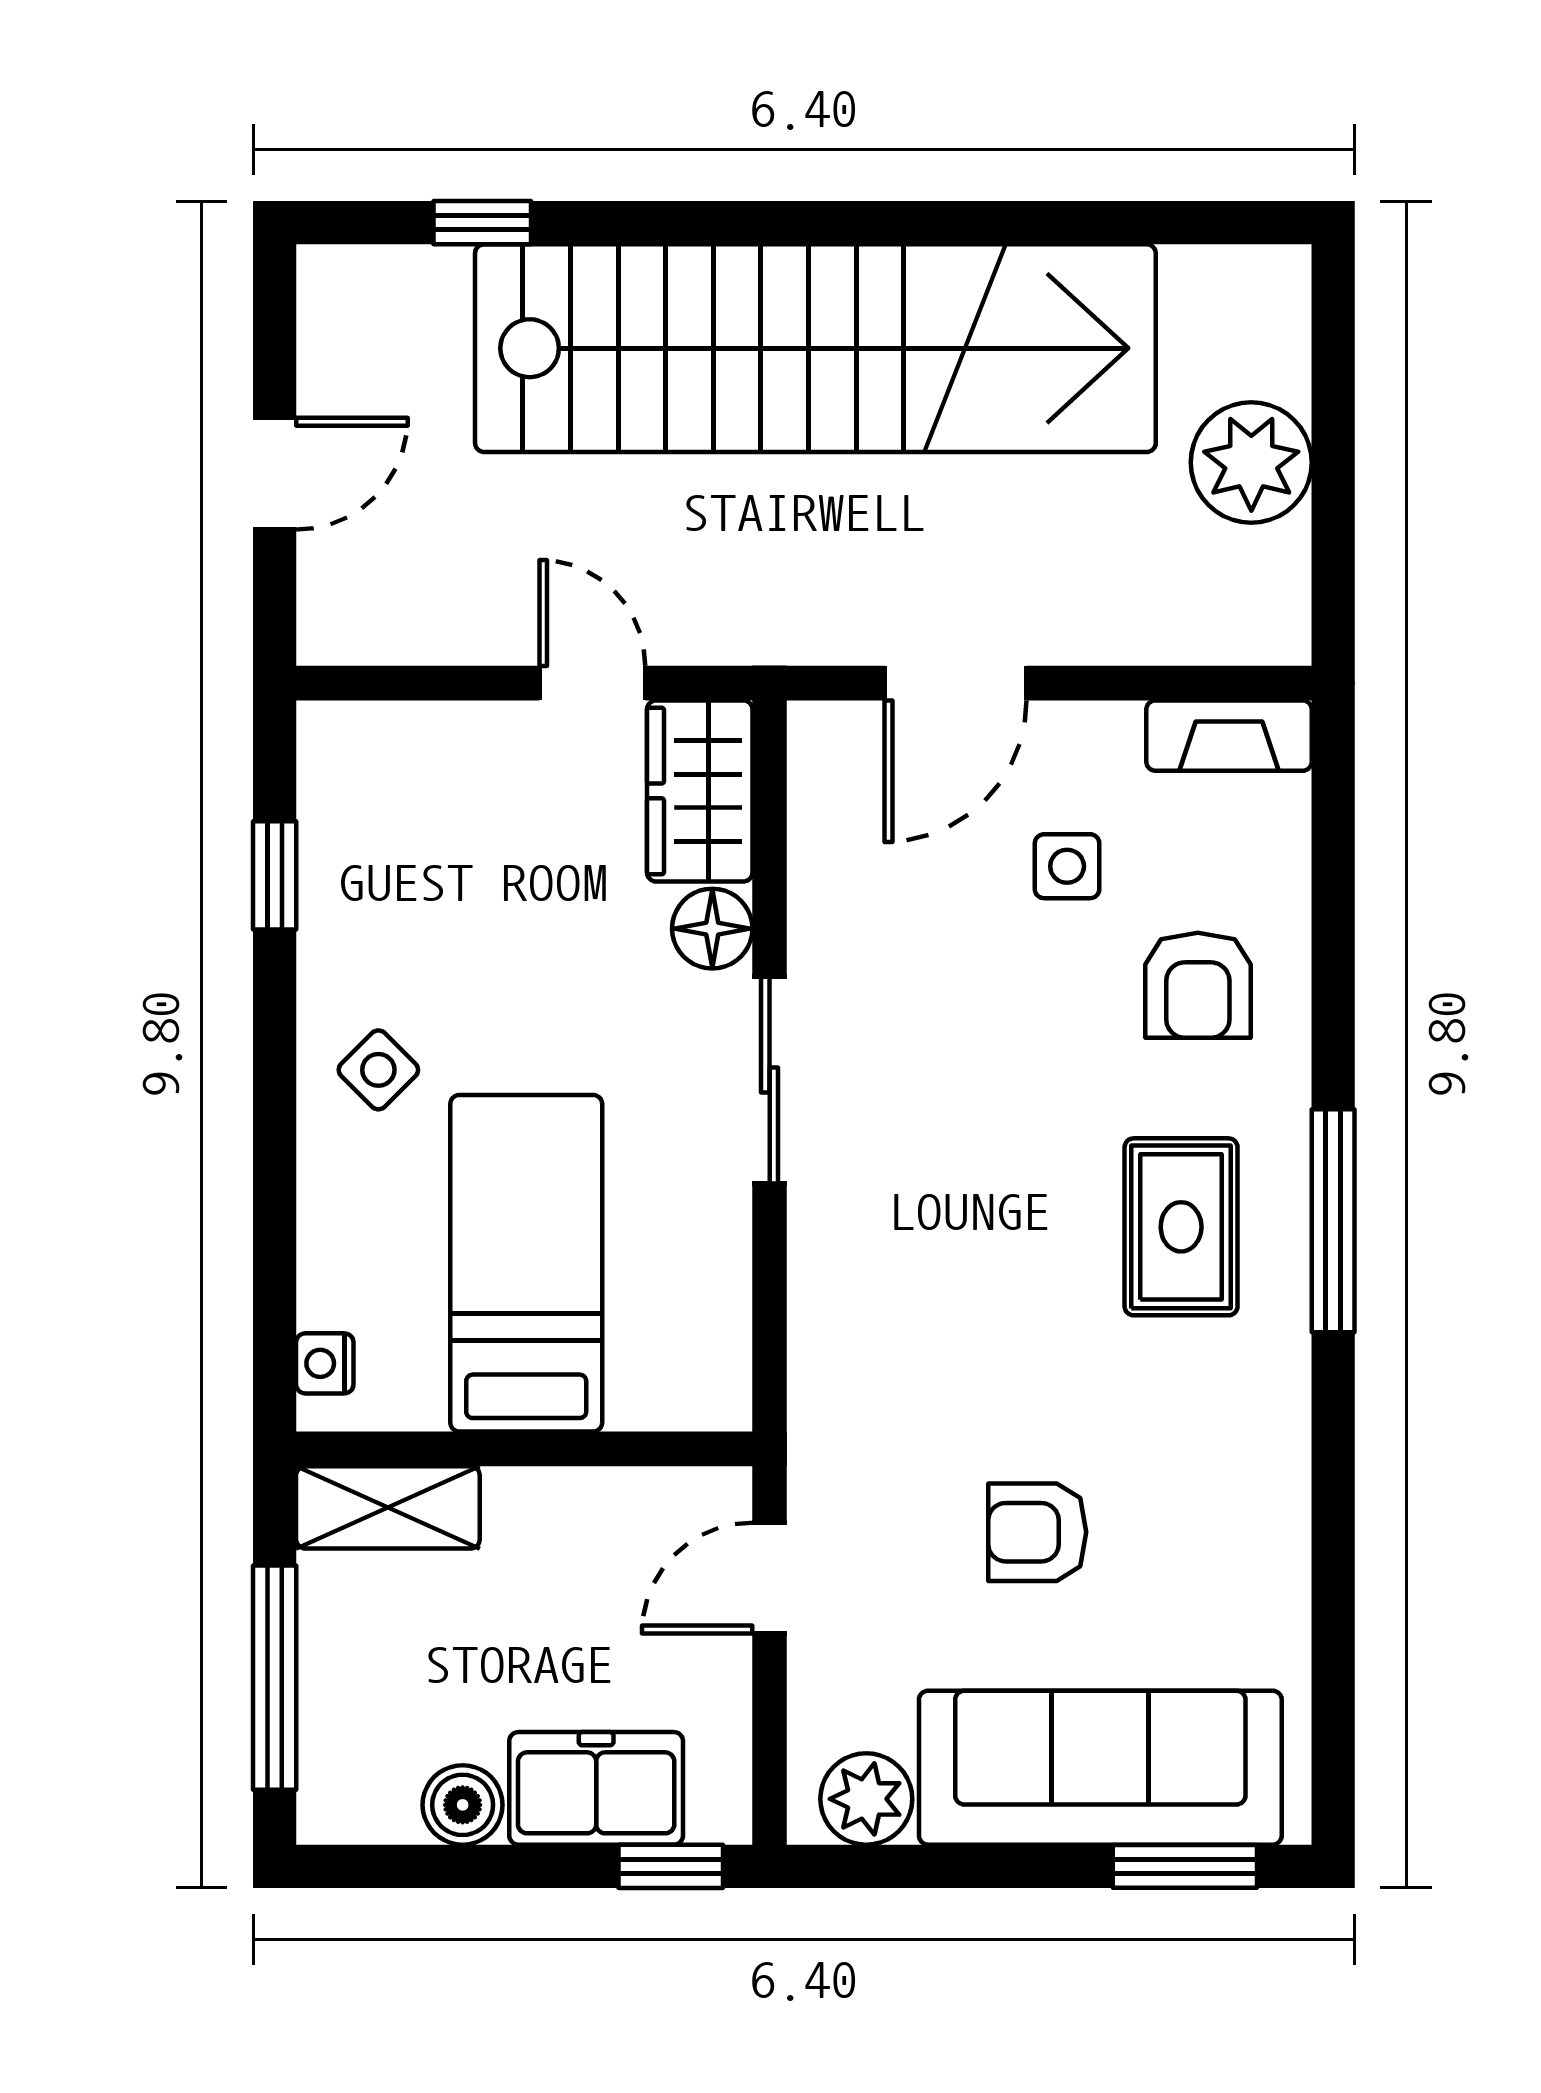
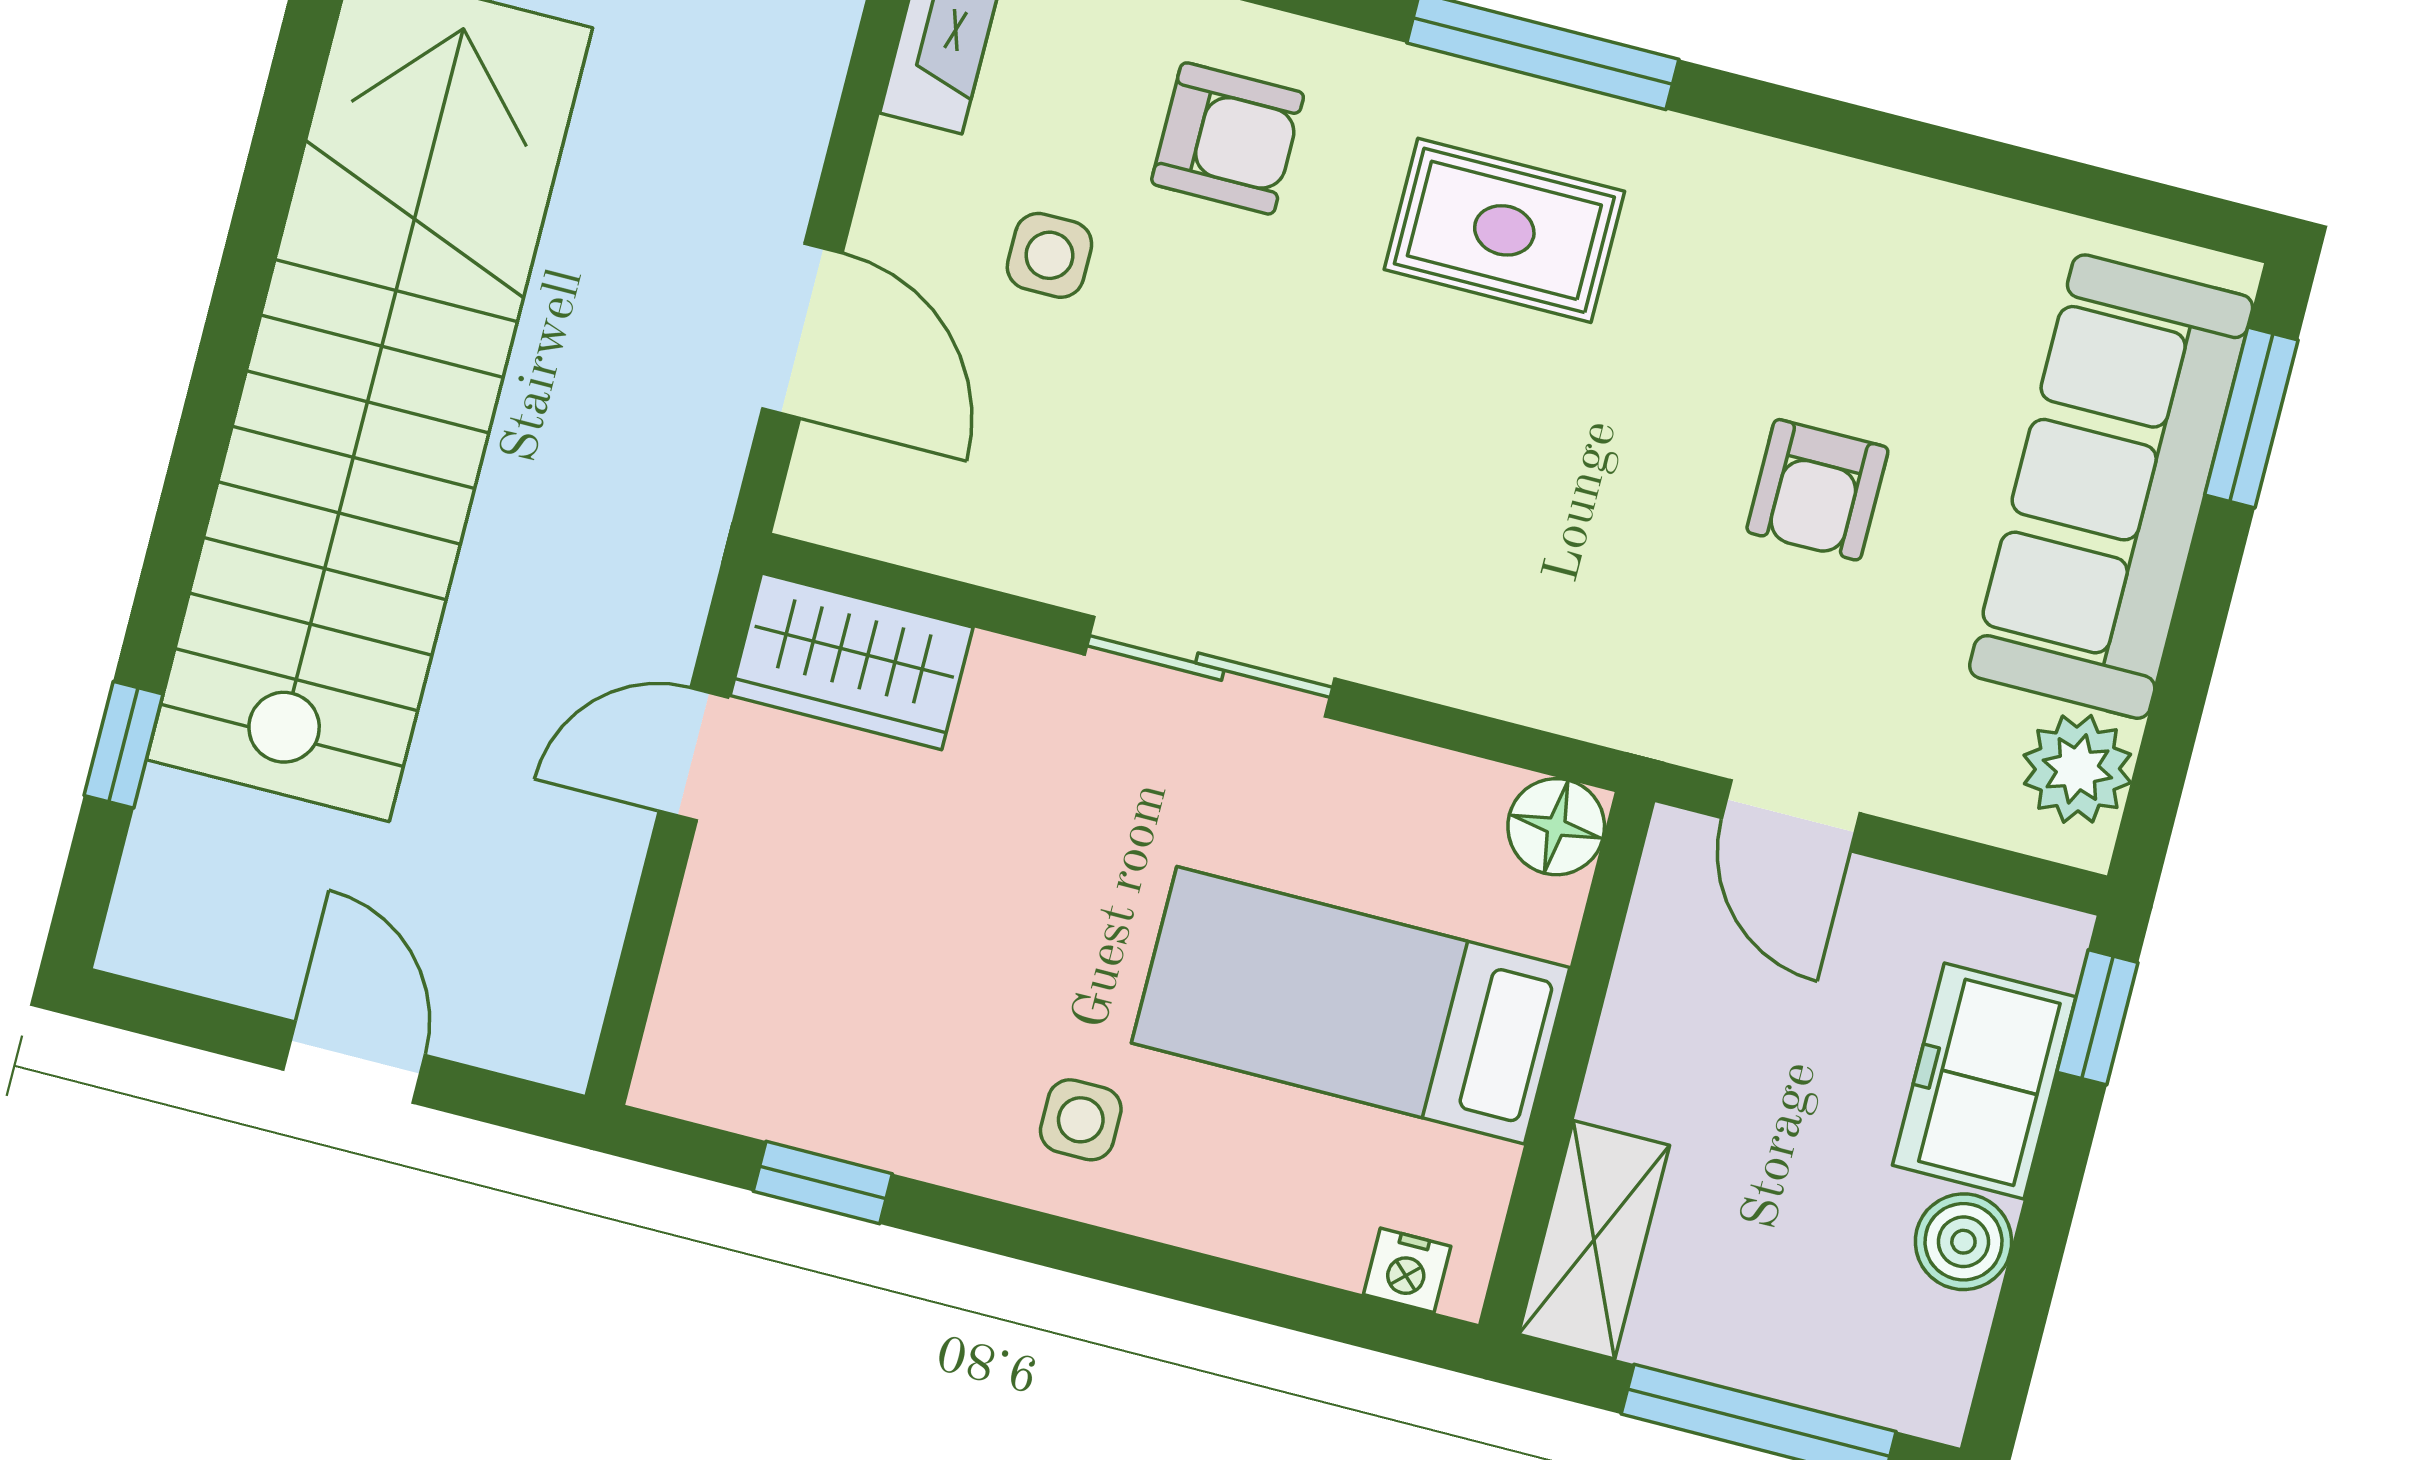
floor lamp: (712, 929) -> (1556, 827), moved
side table: (378, 1070) -> (1081, 1120), turned 45

